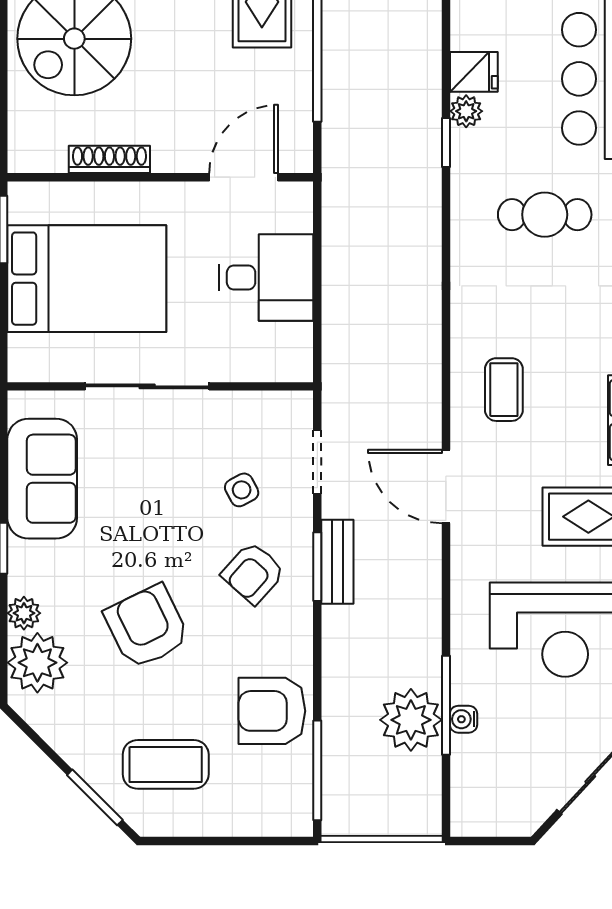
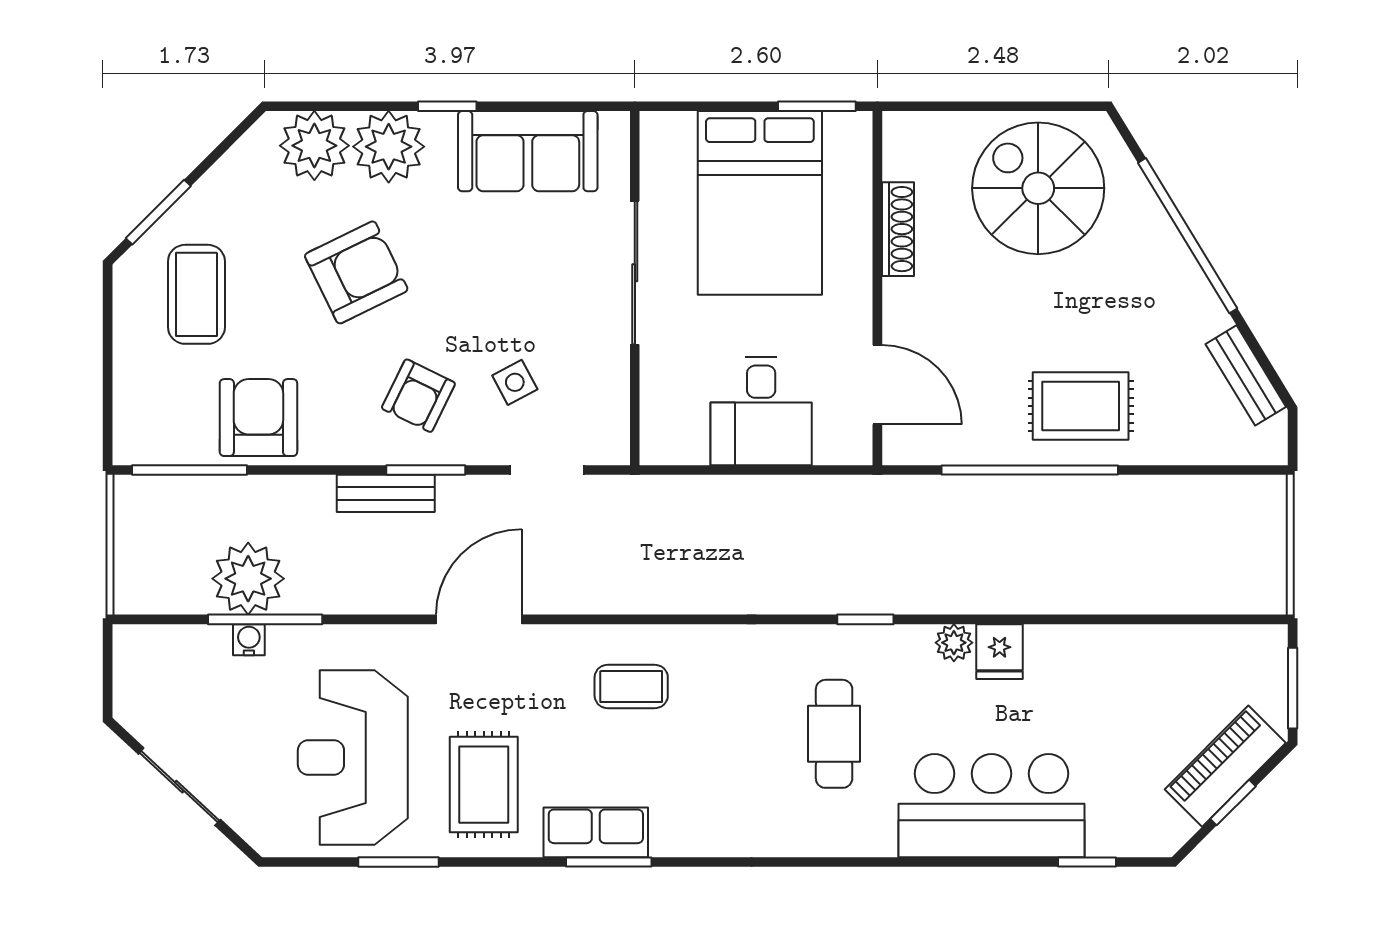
window: (446, 142) -> (865, 619), moved
door: (446, 486) -> (479, 619), moved
bench: (337, 562) -> (386, 493), moved
armchair: (253, 573) -> (418, 396), turned -106
plant: (24, 613) -> (389, 147), width x1.87, depth x1.87

